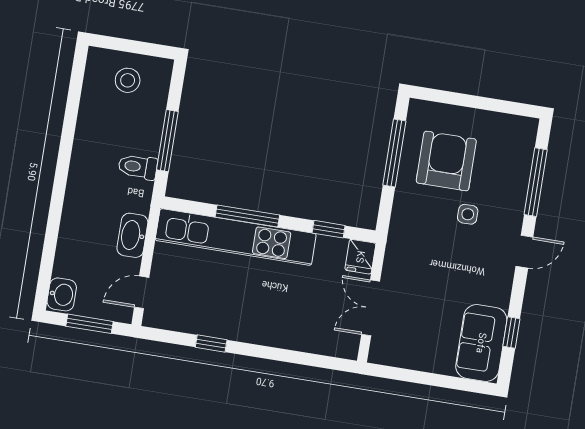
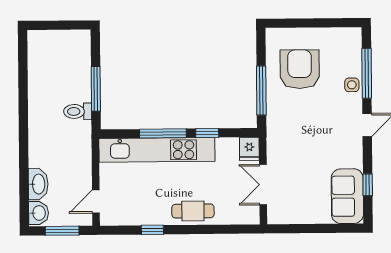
stool: (128, 80) -> (60, 50), removed
window: (394, 153) -> (261, 91), moved
side table: (468, 214) -> (352, 85), moved
window: (329, 229) -> (207, 133), moved
washbasin: (132, 235) -> (38, 184), moved, turned 180
cafe table: (270, 327) -> (193, 211), added

